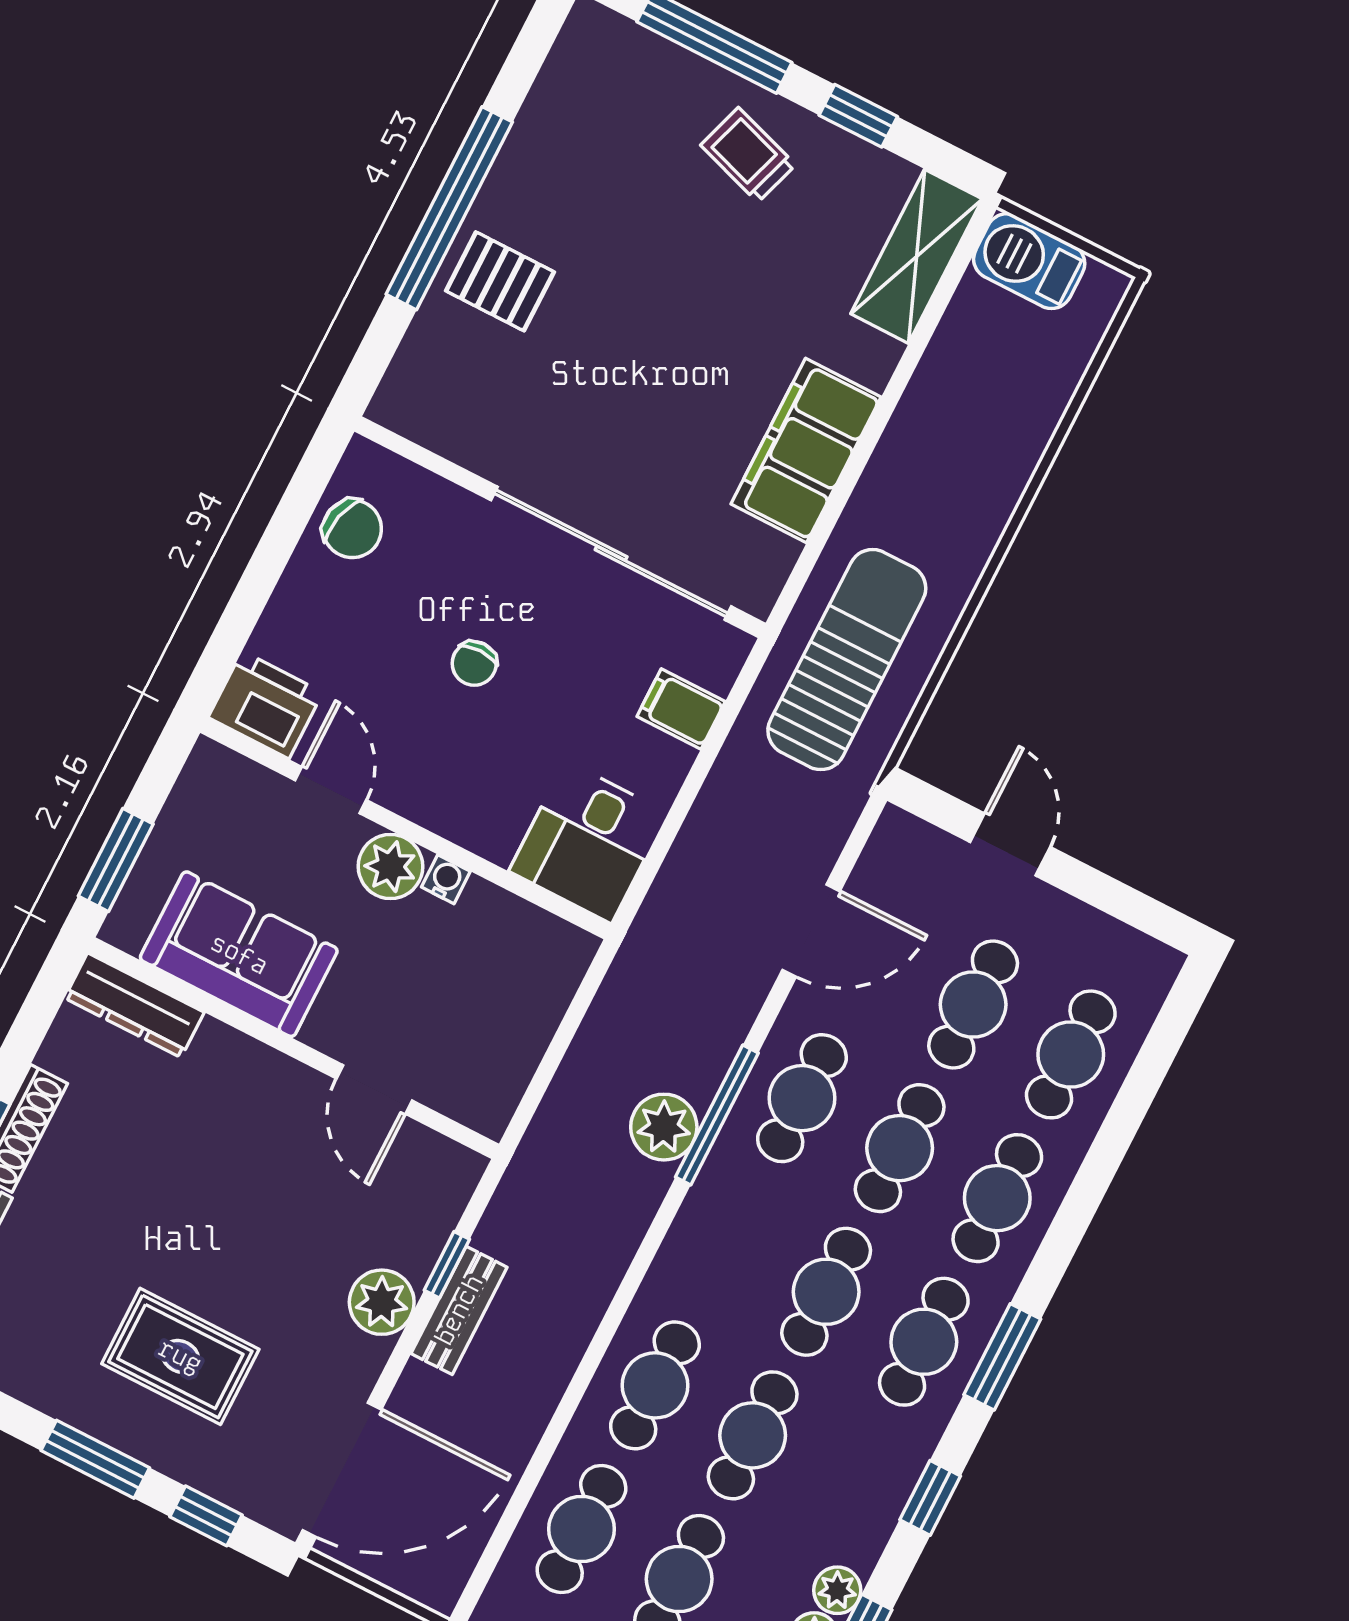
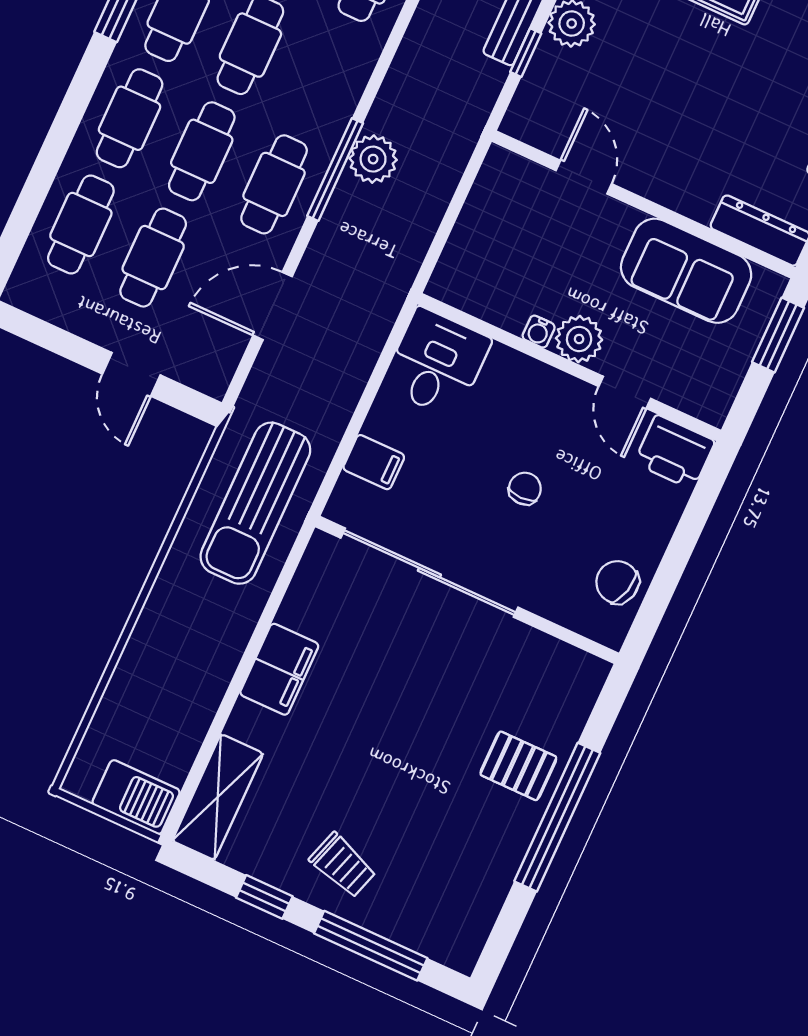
filing cabinet: (806, 451) -> (279, 669), width x0.67, depth x0.86

